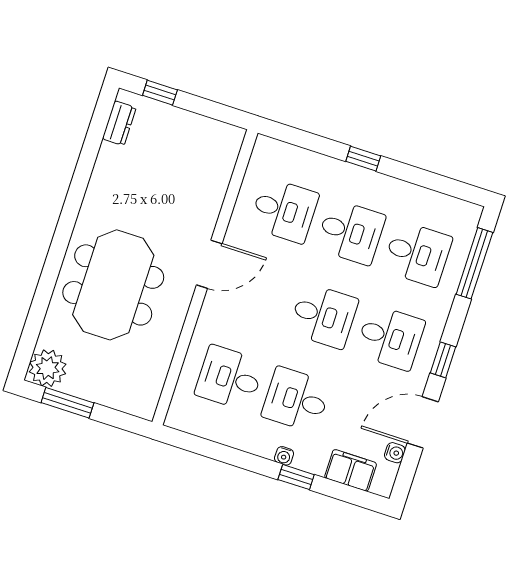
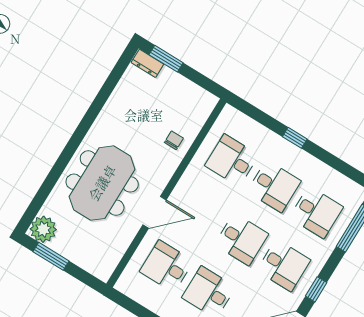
window: (160, 93) -> (166, 59), width x1.50
dresser: (119, 123) -> (147, 63), moved, turned 90
chair: (198, 202) -> (174, 140), added
desk: (284, 210) -> (232, 160), turned 180
door: (209, 264) -> (155, 212), moved

